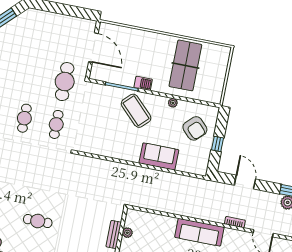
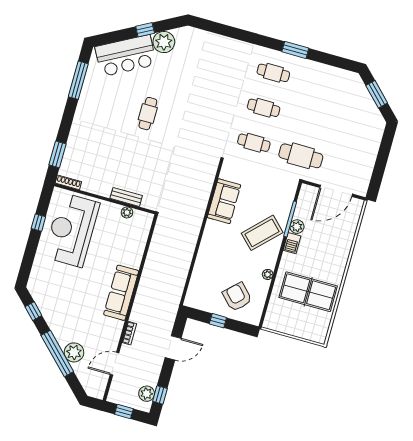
plant: (128, 80) -> (297, 227), added
armchair: (195, 128) -> (237, 297), turned 91
sofa: (159, 156) -> (224, 201), moved

